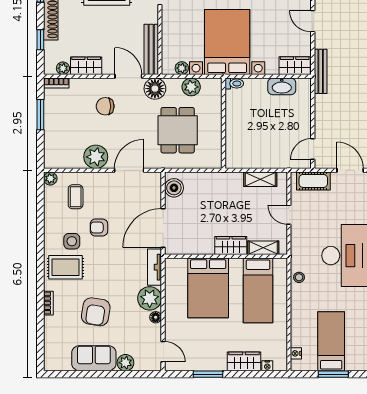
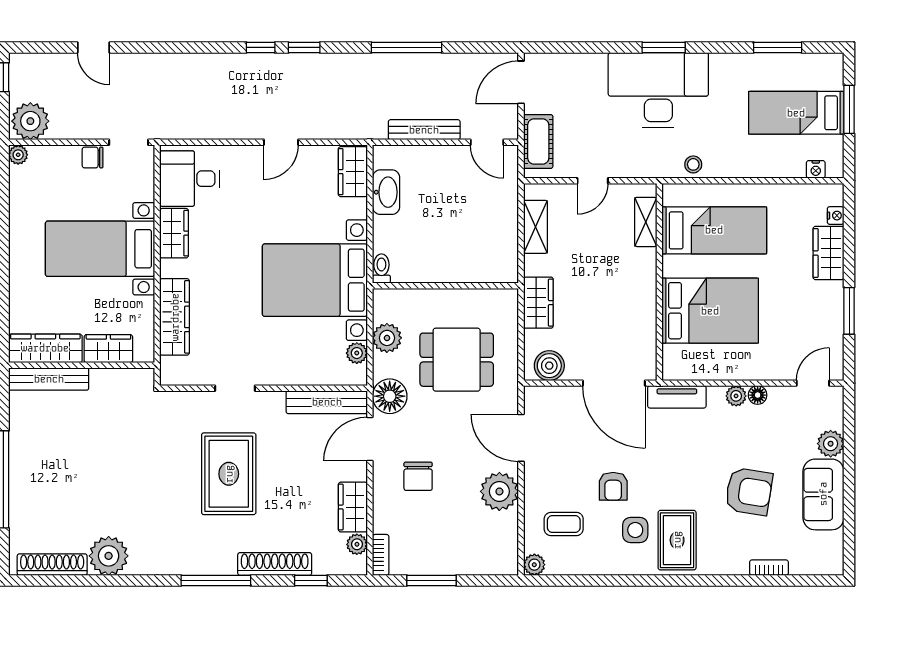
bench: (321, 71) -> (424, 130), moved
wardrobe: (231, 245) -> (538, 303), moved, turned 180
plant: (150, 298) -> (736, 396), width x0.53, depth x0.53
bookcase: (48, 303) -> (769, 568), moved

